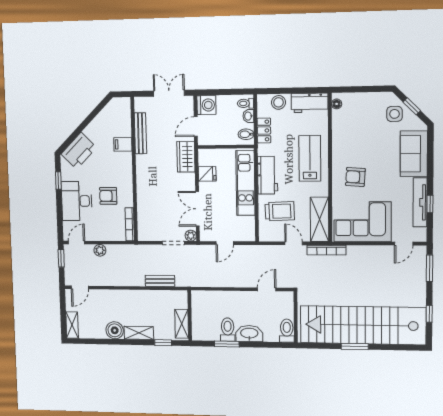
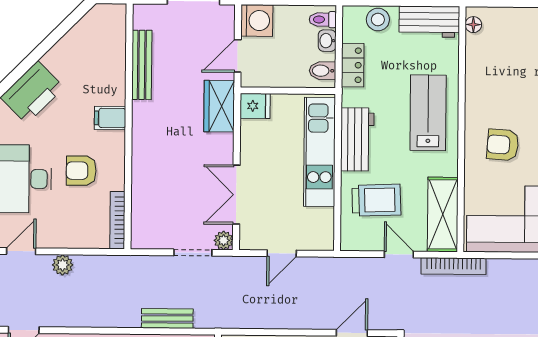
filing cabinet: (123, 144) -> (110, 118), moved
fridge: (207, 174) -> (255, 106), moved

